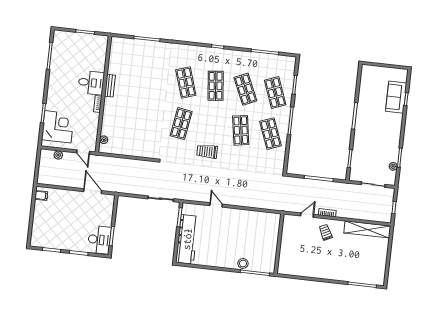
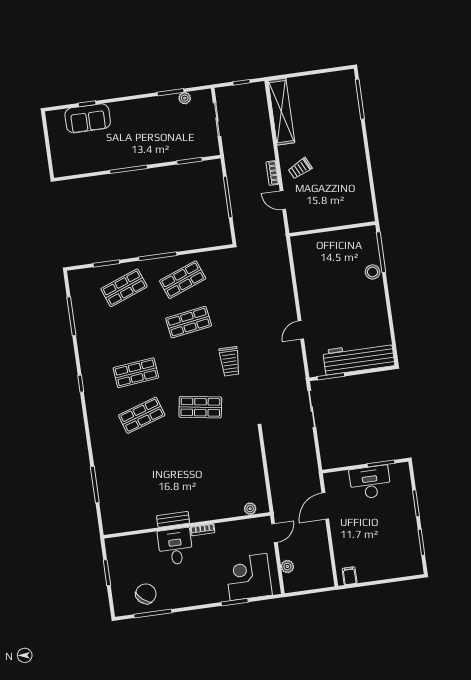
chair: (64, 55) -> (146, 594), added
shop shelf: (245, 89) -> (130, 330), removed
desk: (99, 240) -> (370, 482), moved

